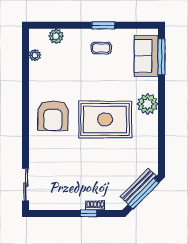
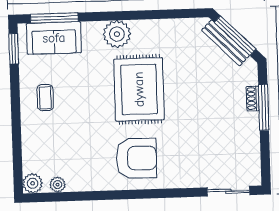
window: (103, 25) -> (14, 49), moved
plant: (56, 36) -> (33, 183), moved
window: (88, 213) -> (264, 107), width x2.17

